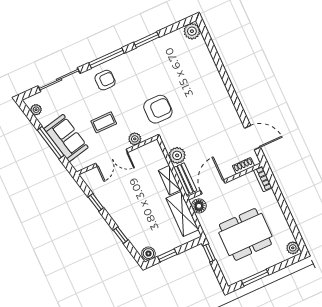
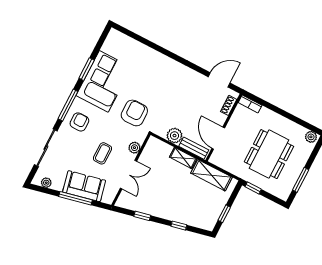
plant: (192, 31) -> (115, 37), removed
corner sofa: (153, 62) -> (104, 81), added
floor lamp: (199, 206) -> (219, 160), removed
boiler: (148, 254) -> (210, 223), removed

